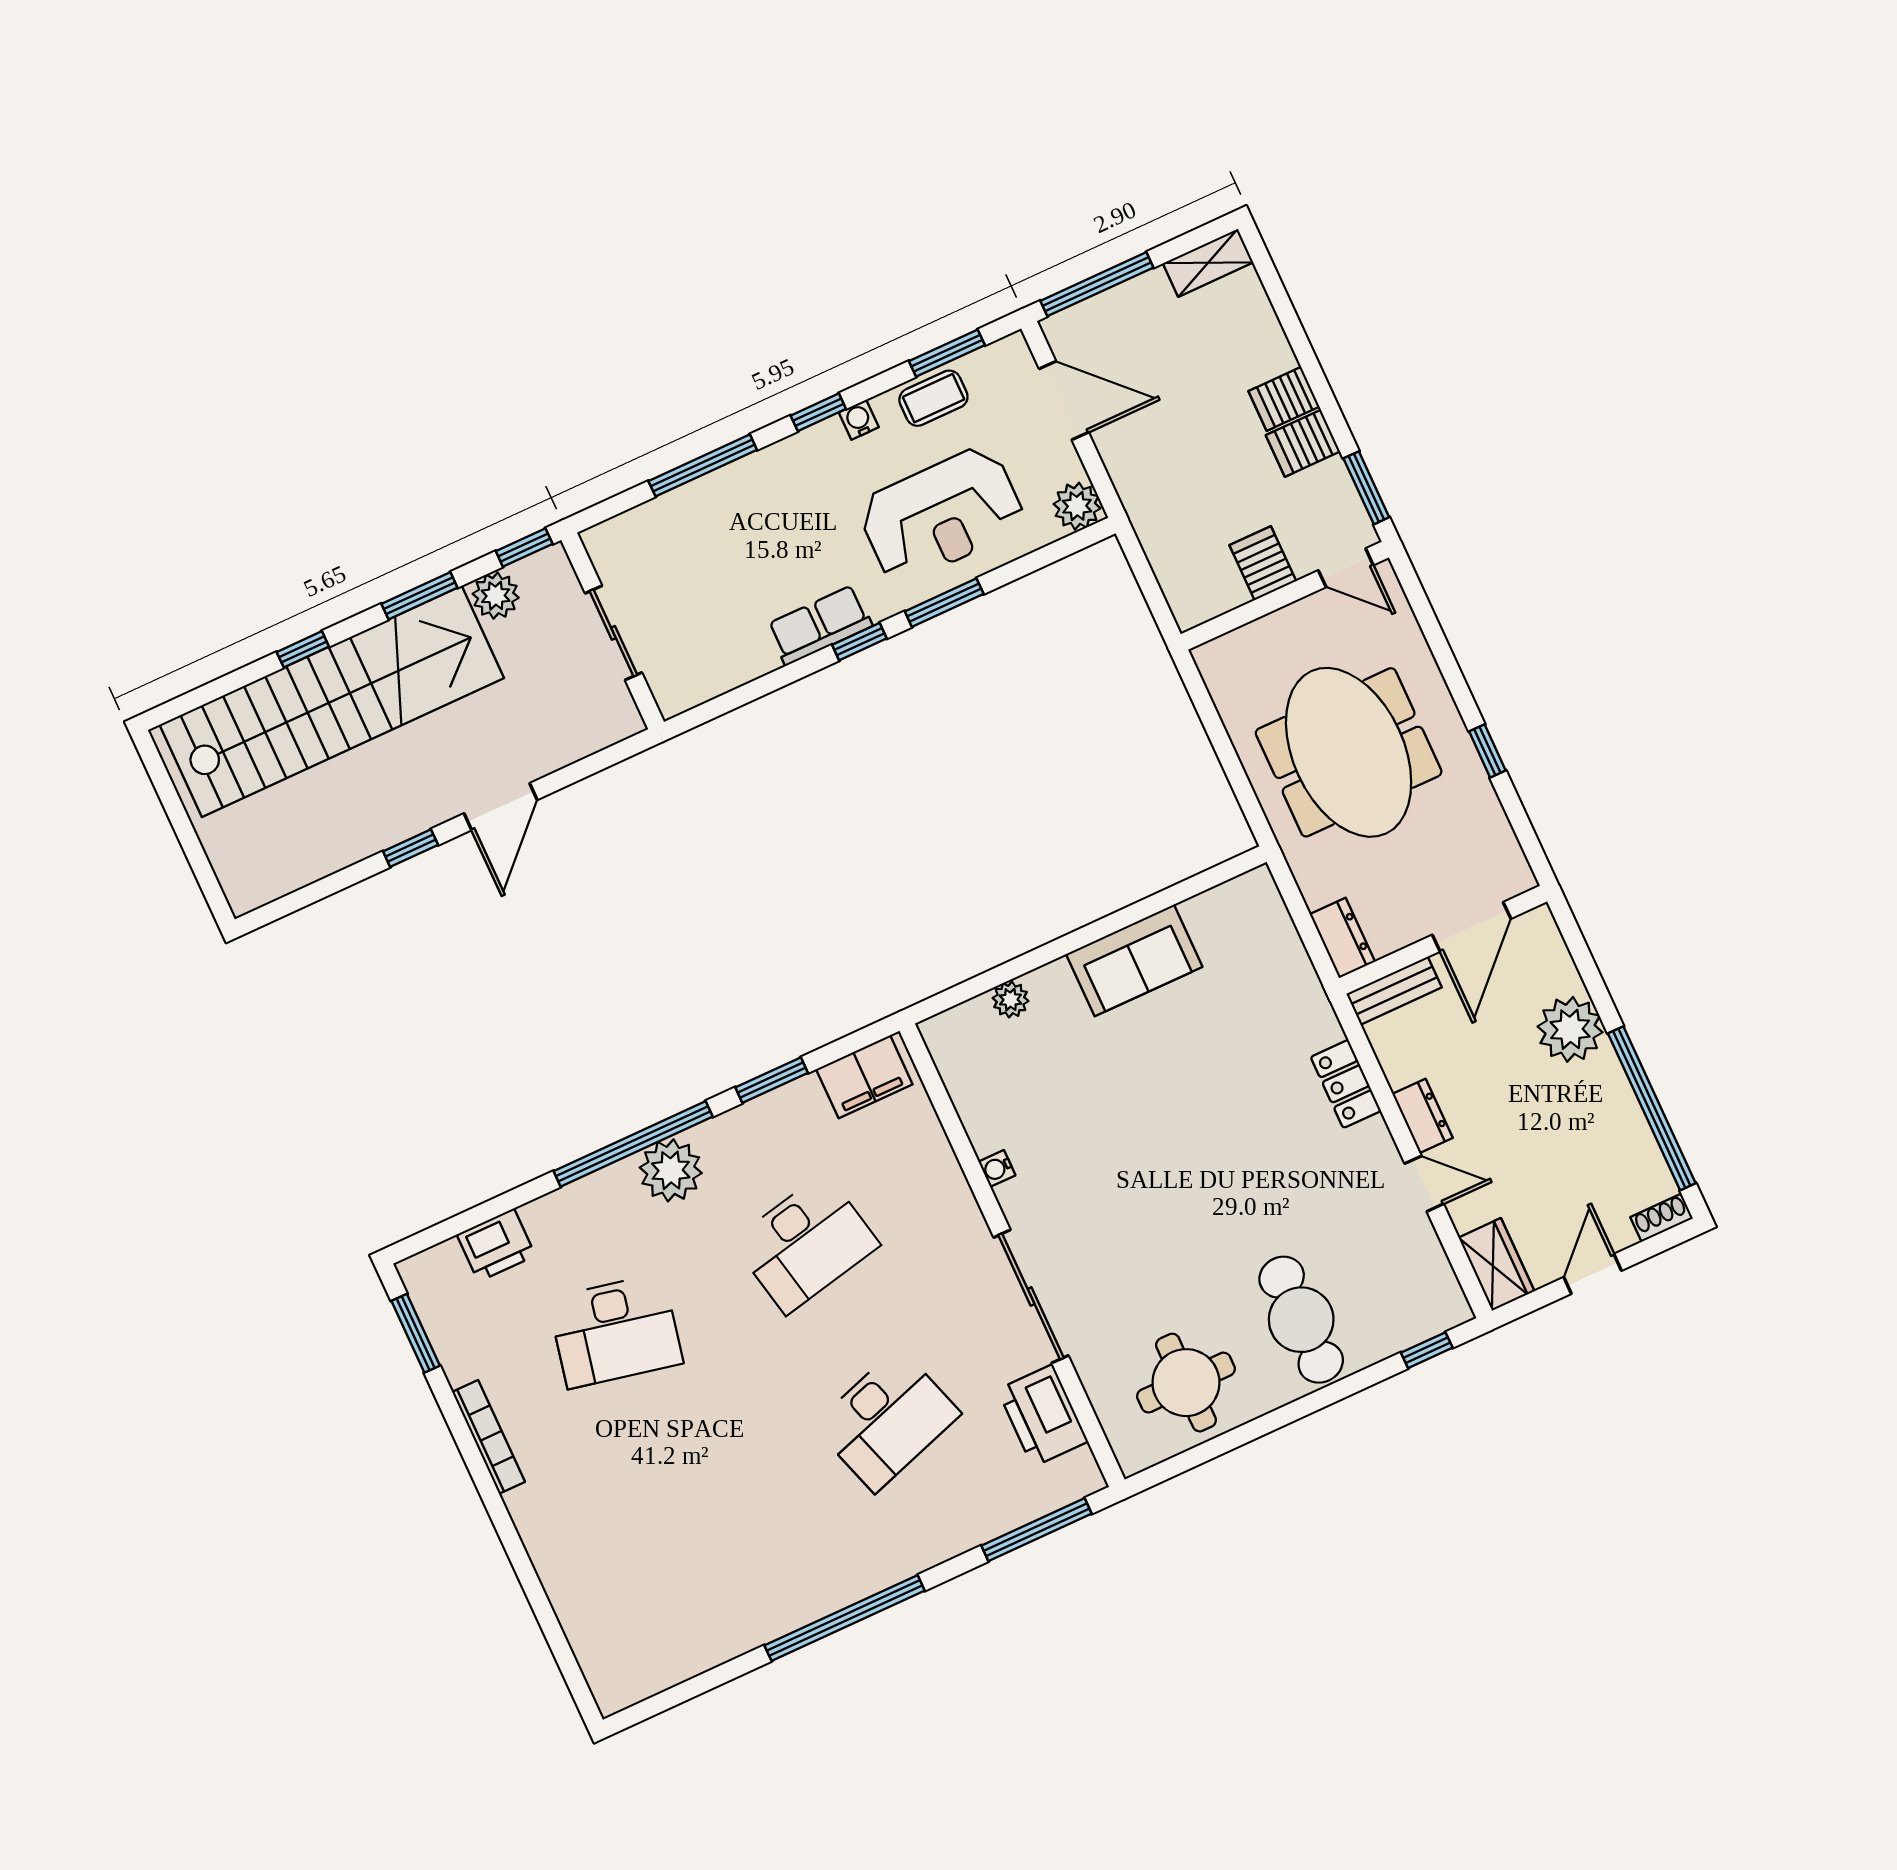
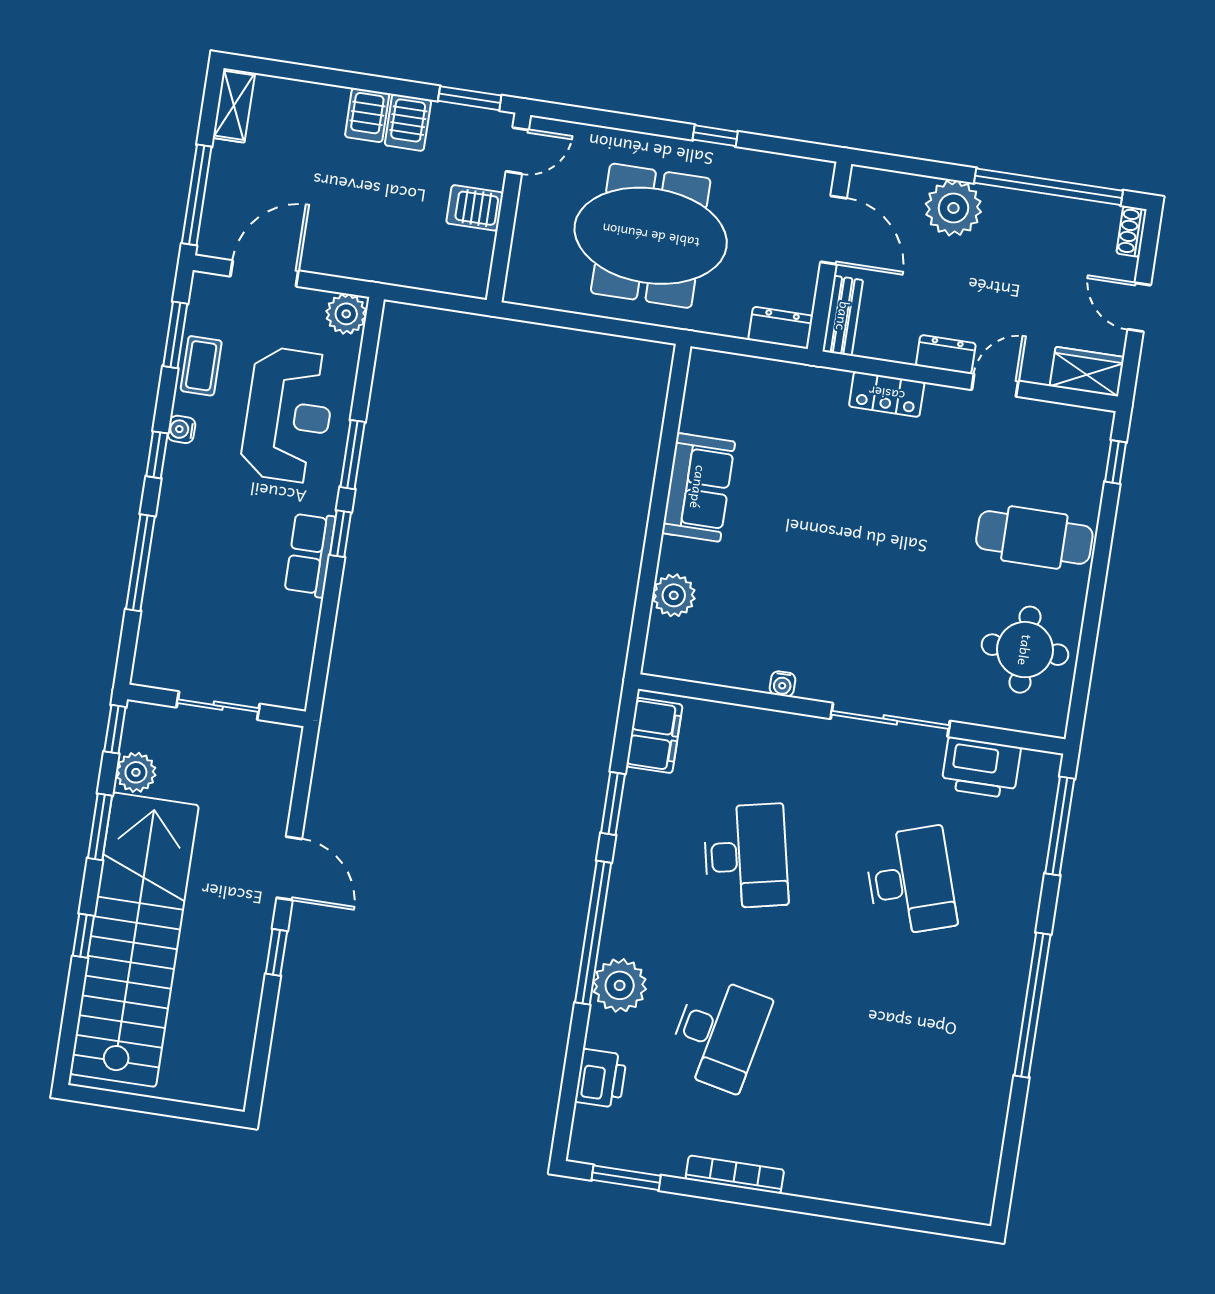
plant: (1010, 1000) -> (674, 595), width x1.38, depth x1.38
plant: (671, 1170) -> (620, 985), moved

